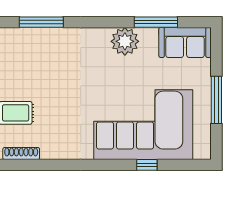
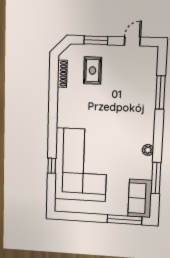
plant: (125, 41) -> (148, 150), width x0.53, depth x0.53
window: (216, 100) -> (124, 220), moved

